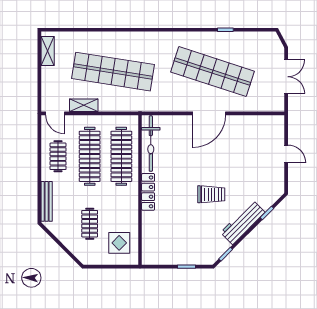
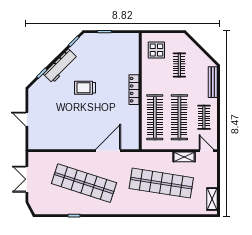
door: (209, 113) -> (108, 151), moved
bicycle: (151, 144) -> (132, 127), removed

